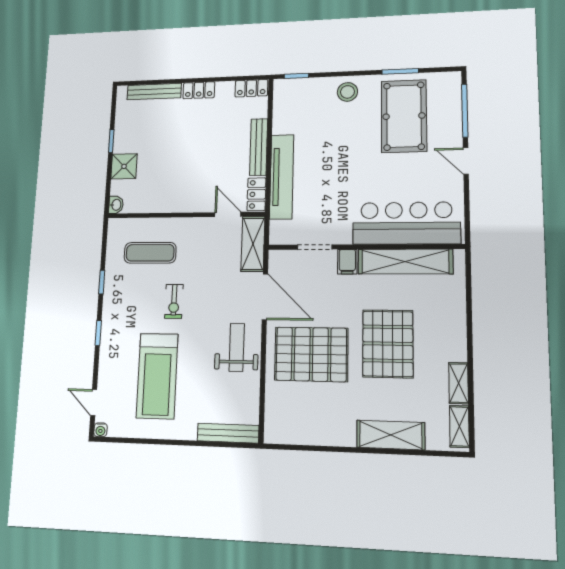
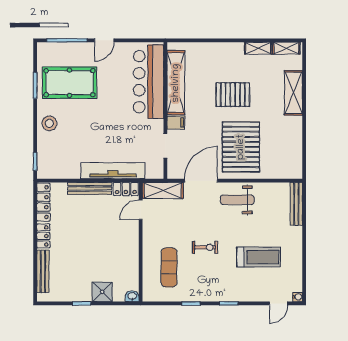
locker: (251, 88) -> (43, 202), width x1.53
pallet: (388, 344) -> (233, 95), width x0.73, depth x0.71
treadmill: (157, 376) -> (259, 257), width x0.73, depth x0.73

